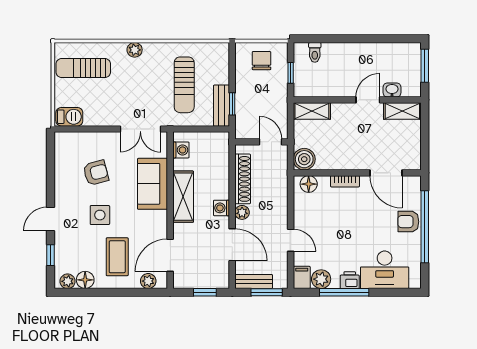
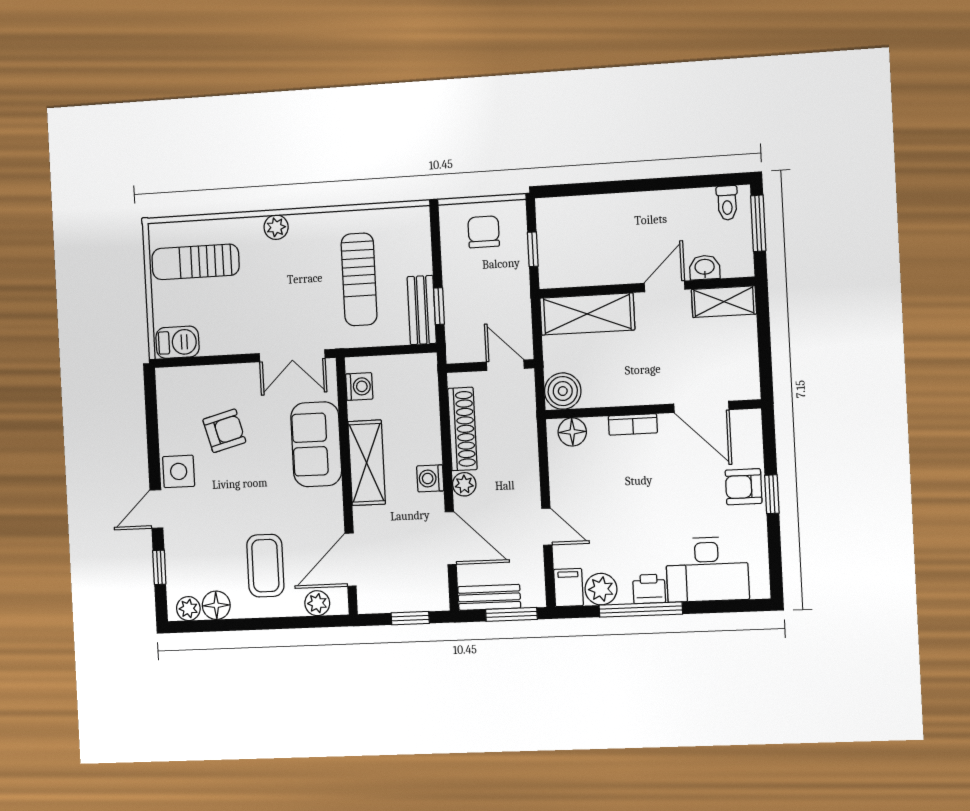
toilet: (315, 52) -> (727, 203), moved
shelving: (312, 111) -> (587, 314), width x1.50, depth x1.33
side table: (100, 215) -> (179, 471), moved
window: (425, 227) -> (772, 494), width x0.32

